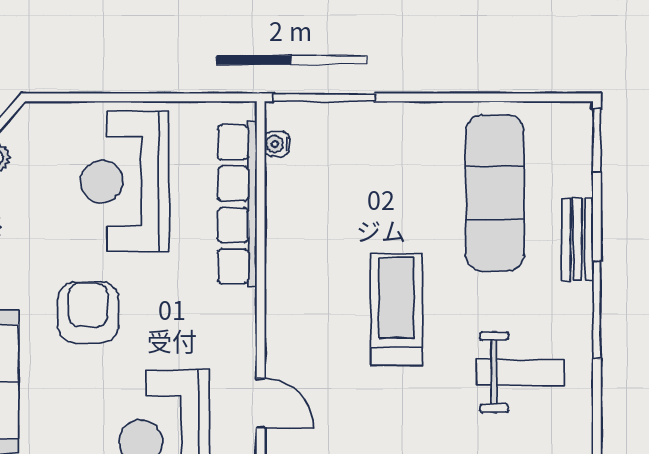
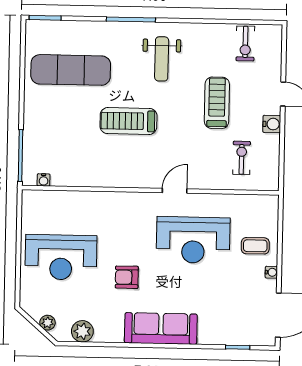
row of seats: (237, 204) -> (74, 201), removed
bench: (577, 239) -> (95, 29), removed
armchair: (88, 312) -> (127, 277), width x0.72, depth x0.72
weight bench: (521, 372) -> (162, 59), turned 180

